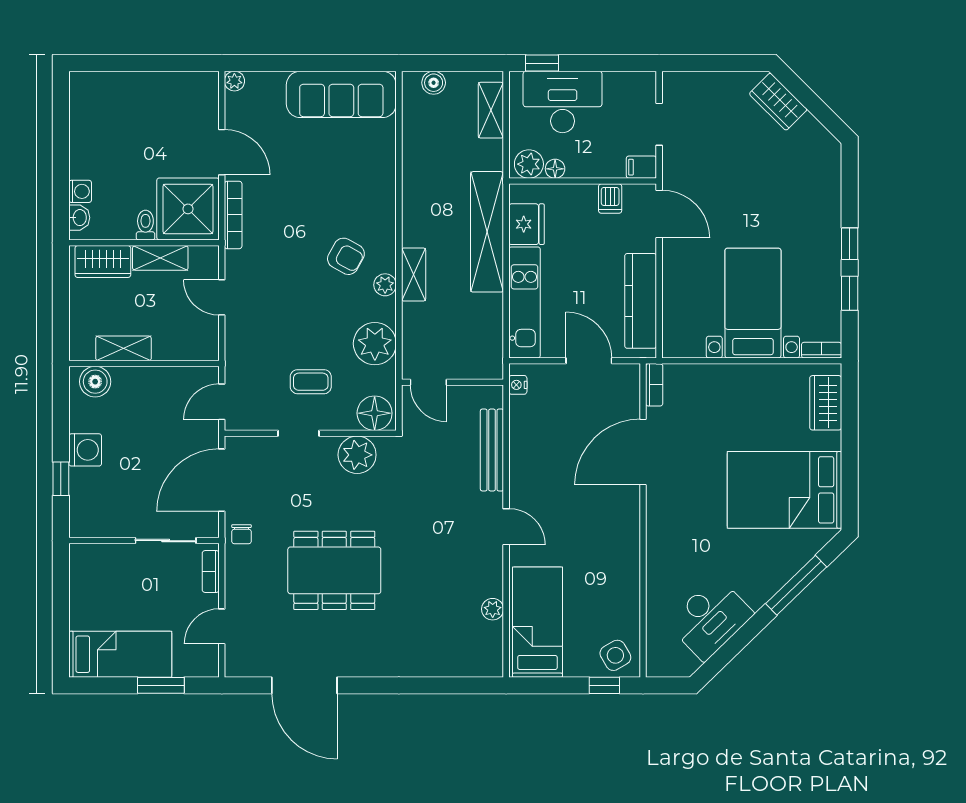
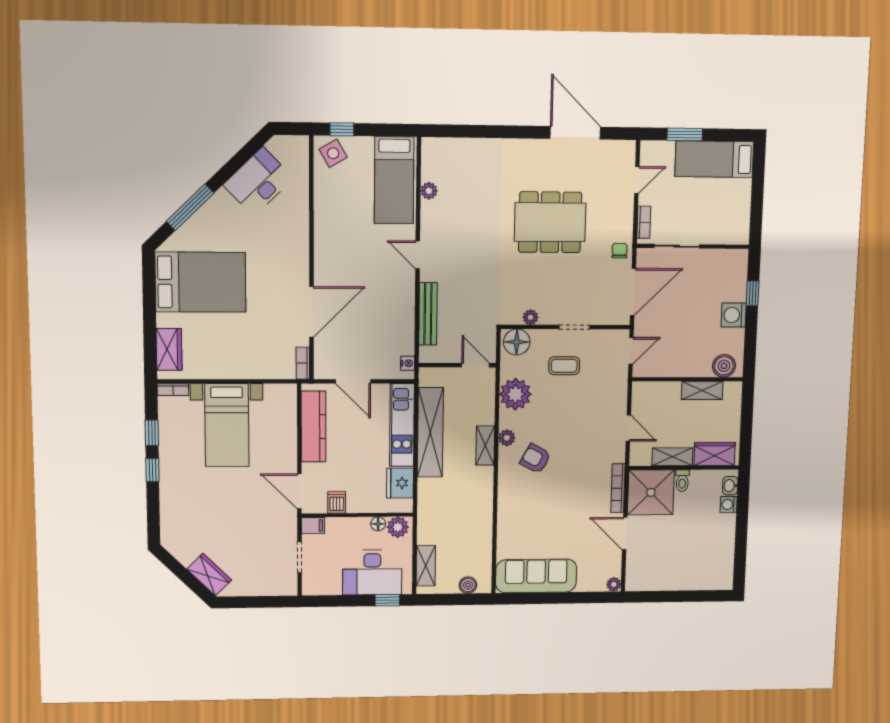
shelving: (487, 232) -> (430, 432), moved
plant: (357, 455) -> (530, 317), width x0.53, depth x0.53

